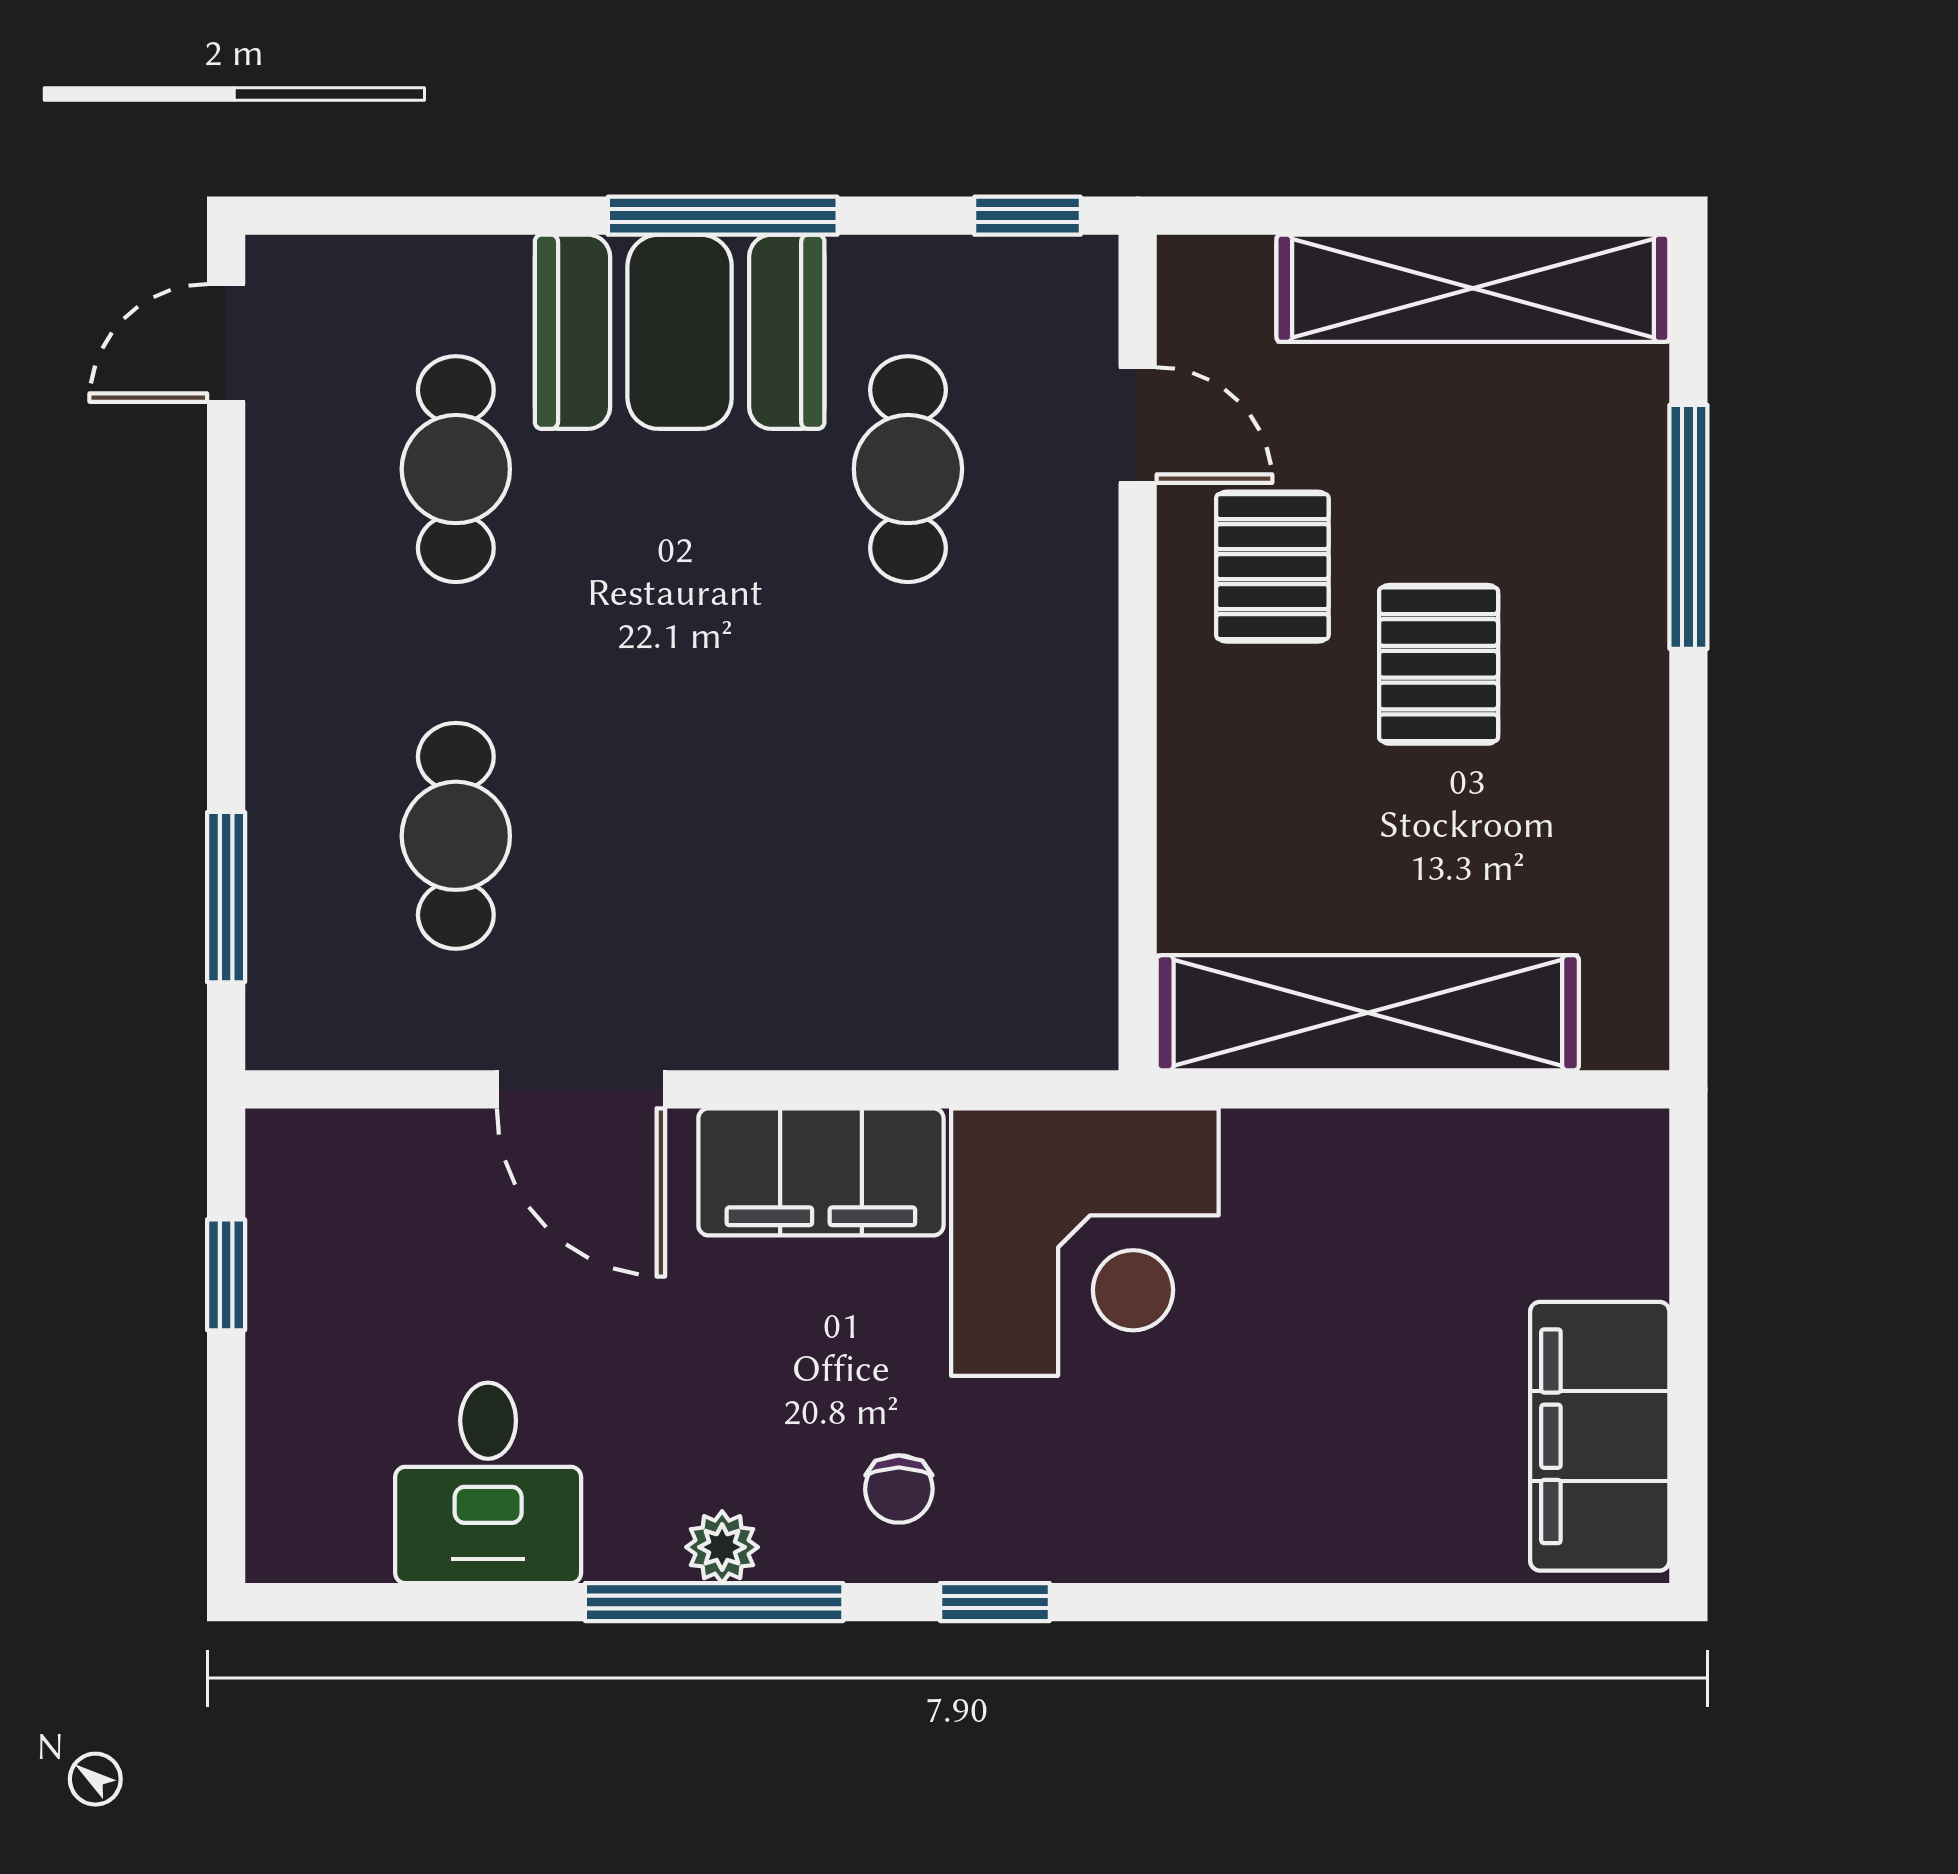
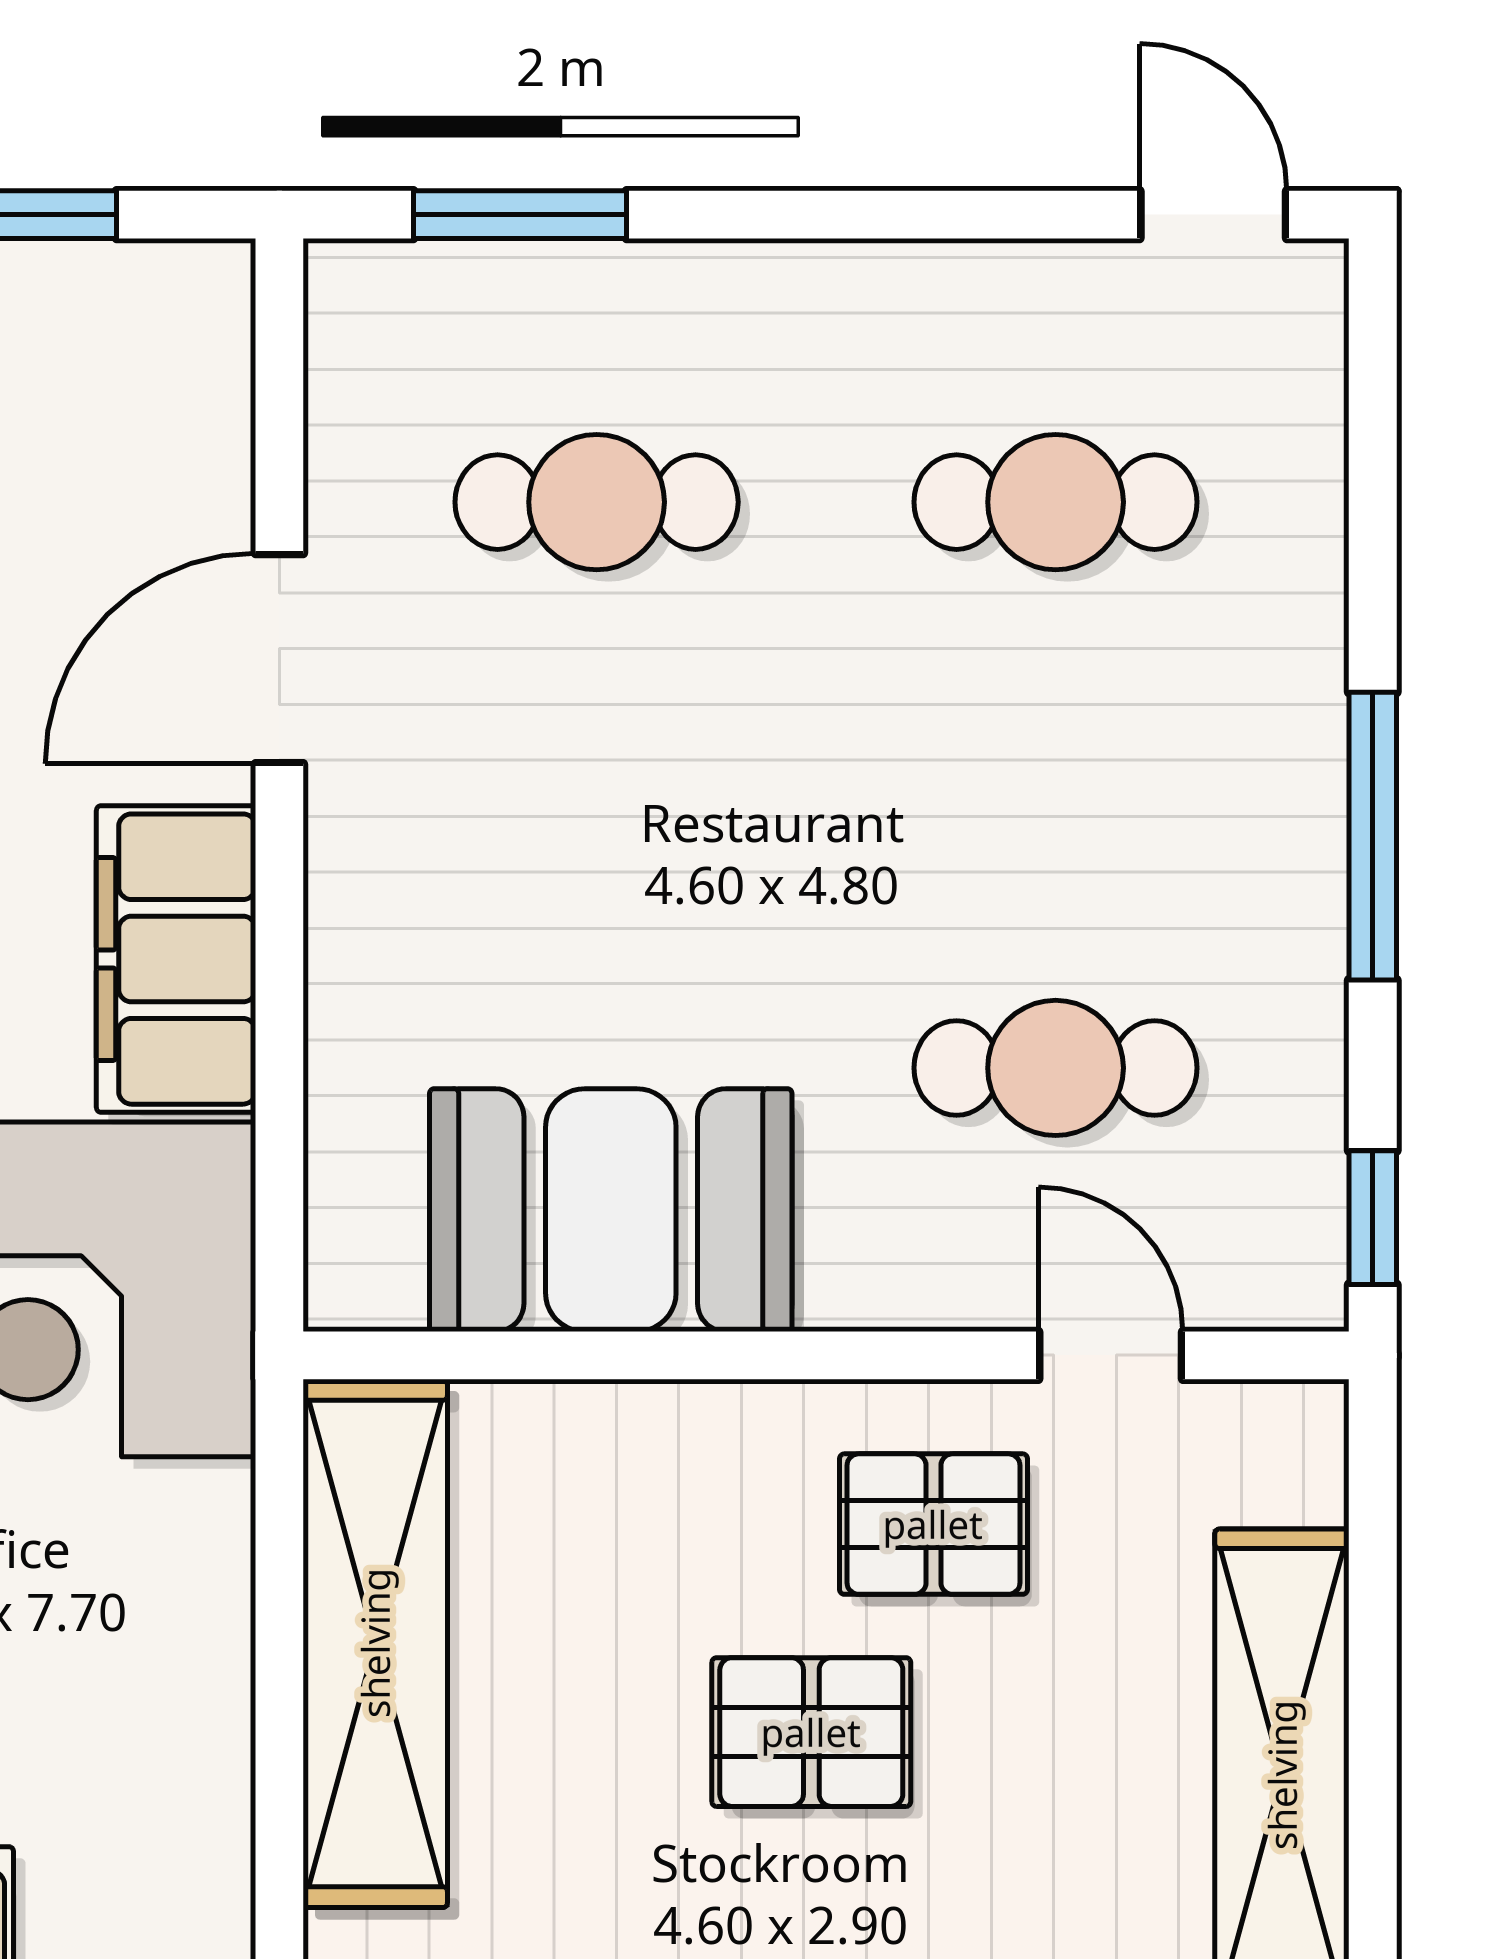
booth: (680, 332) -> (611, 1210), moved, turned 90
door: (1138, 425) -> (1111, 1355), swing flipped

